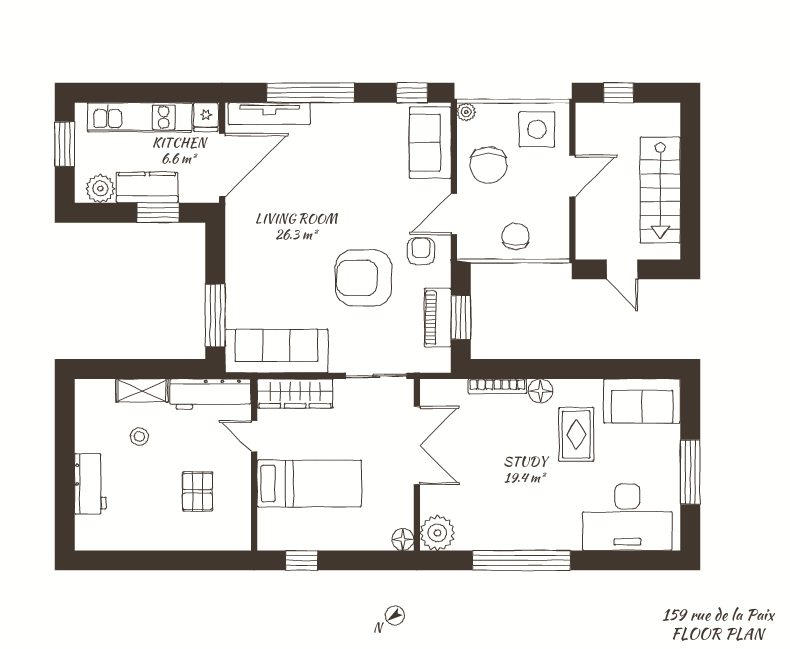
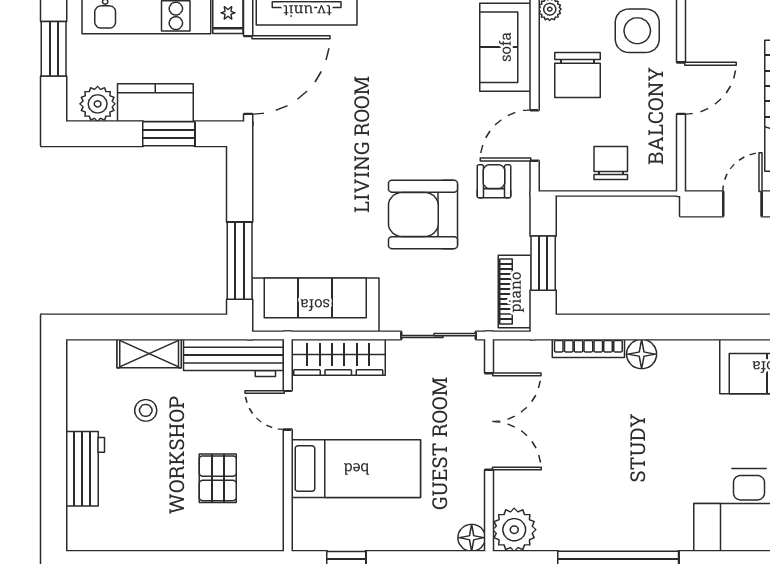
door: (622, 269) -> (742, 204), swing flipped
piano: (438, 318) -> (515, 292), moved
rug: (576, 434) -> (686, 408), removed

